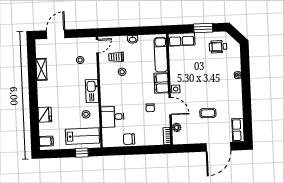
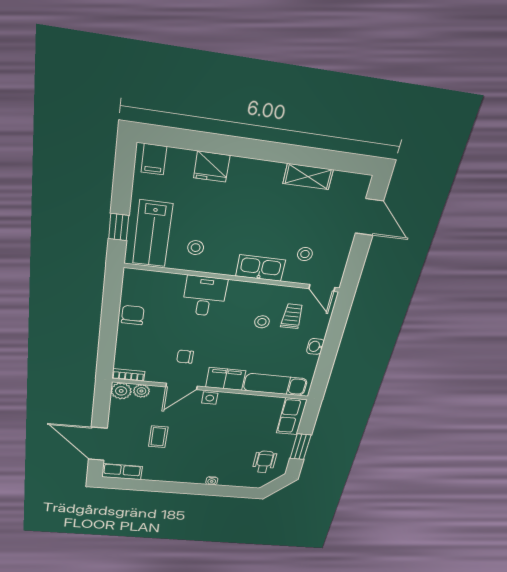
kitchen sink: (92, 91) -> (260, 268), moved
desk: (113, 117) -> (205, 296), moved
plant: (178, 138) -> (121, 391), added

